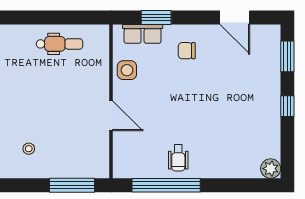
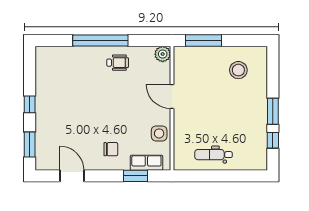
stool: (29, 149) -> (238, 70), width x1.89, depth x1.89
wheelchair: (178, 158) -> (118, 63), turned 90
plant: (271, 169) -> (163, 54), moved
window: (166, 185) -> (100, 41), moved

